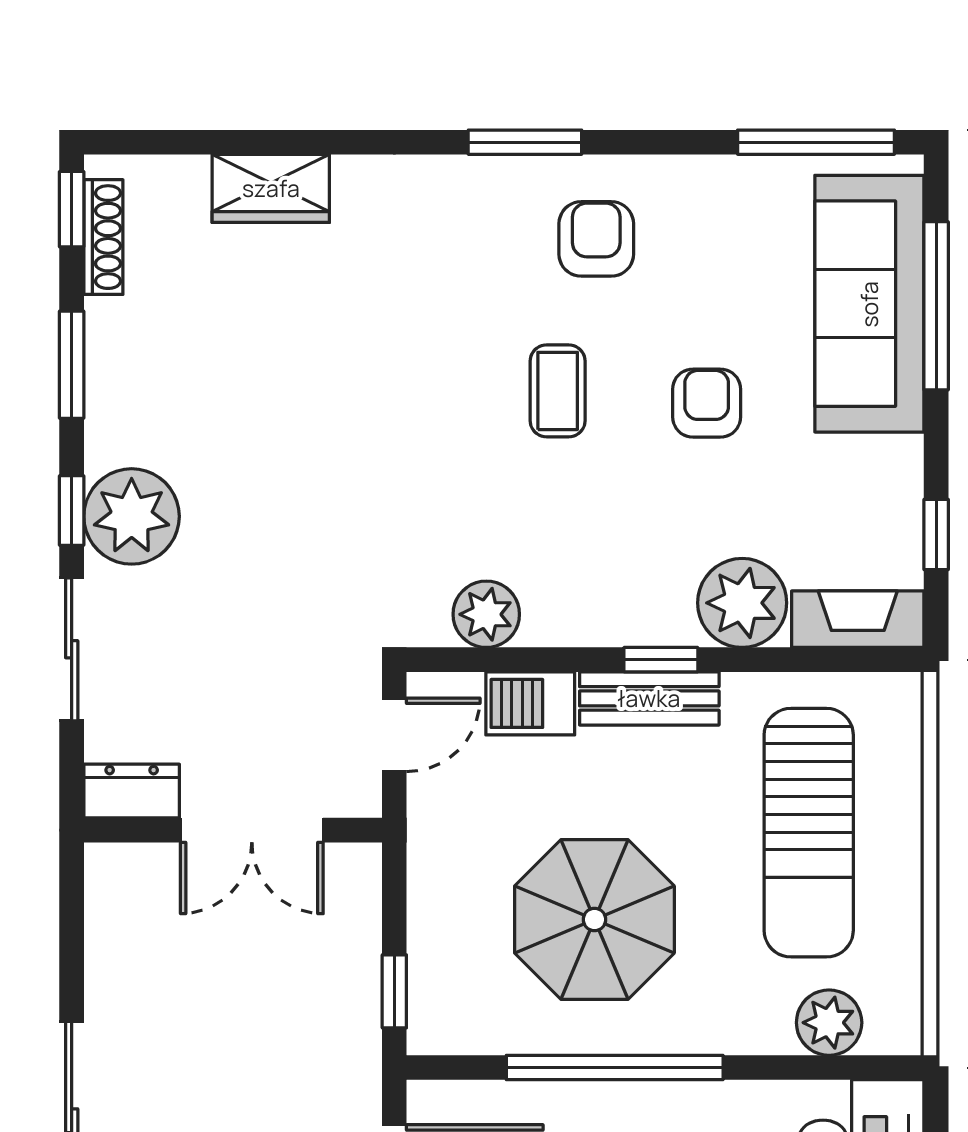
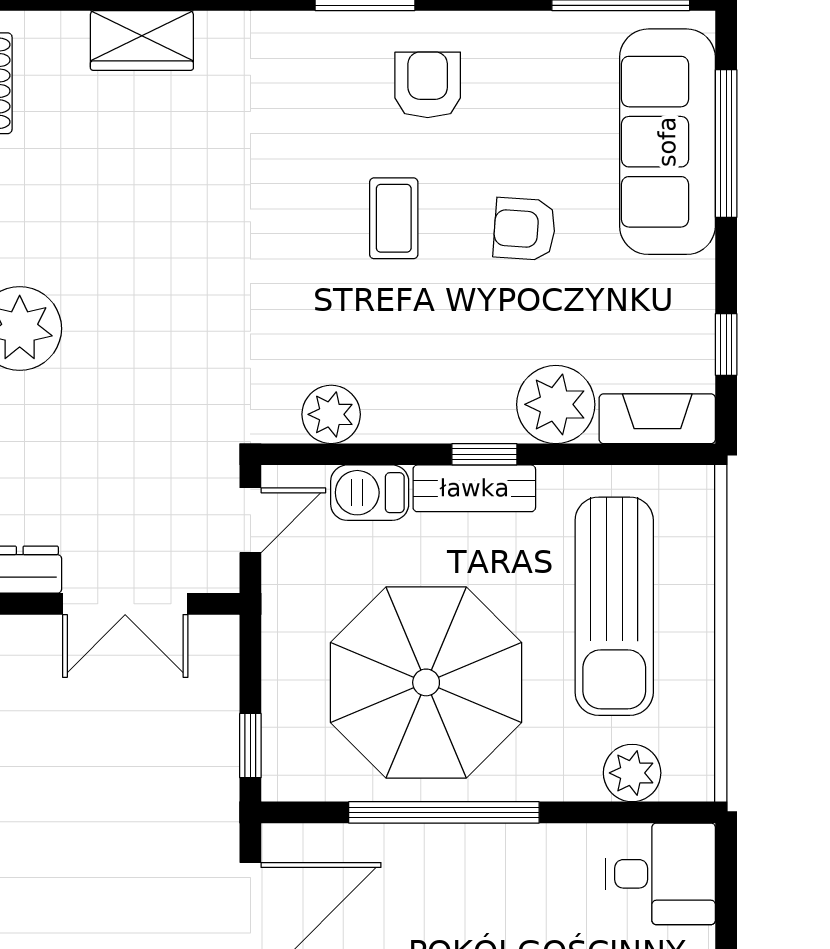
armchair: (707, 403) -> (525, 229), turned -86
parasol: (594, 919) -> (426, 682), width x1.36, depth x1.36

